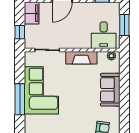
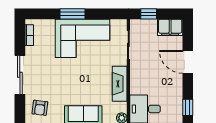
window: (20, 99) -> (72, 14), width x0.69

